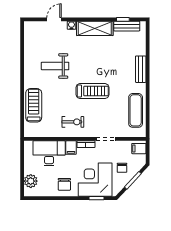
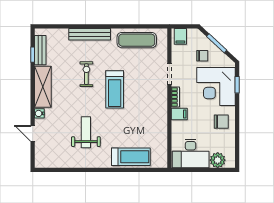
weight bench: (55, 66) -> (86, 132), turned 180
bench: (141, 69) -> (90, 34), width x1.36
treadmill: (92, 91) -> (115, 89), turned 180
treadmill: (34, 105) -> (131, 157), turned 180
exercise bike: (73, 122) -> (86, 74), moved
desk: (49, 153) -> (191, 153), moved, turned -90

